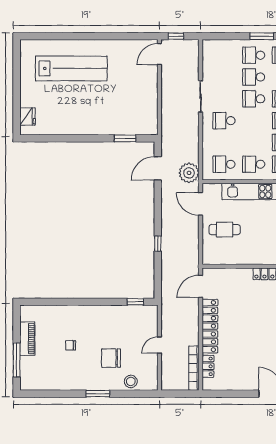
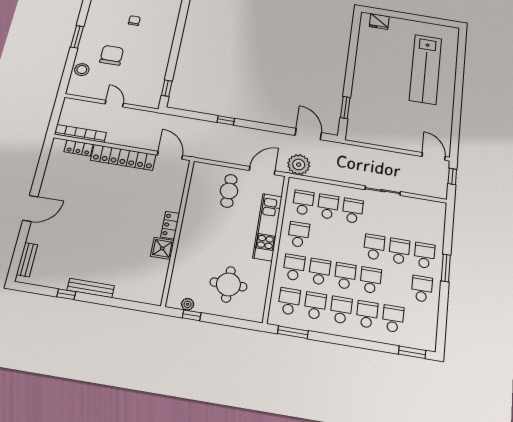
school desk: (224, 142) -> (328, 207), added

